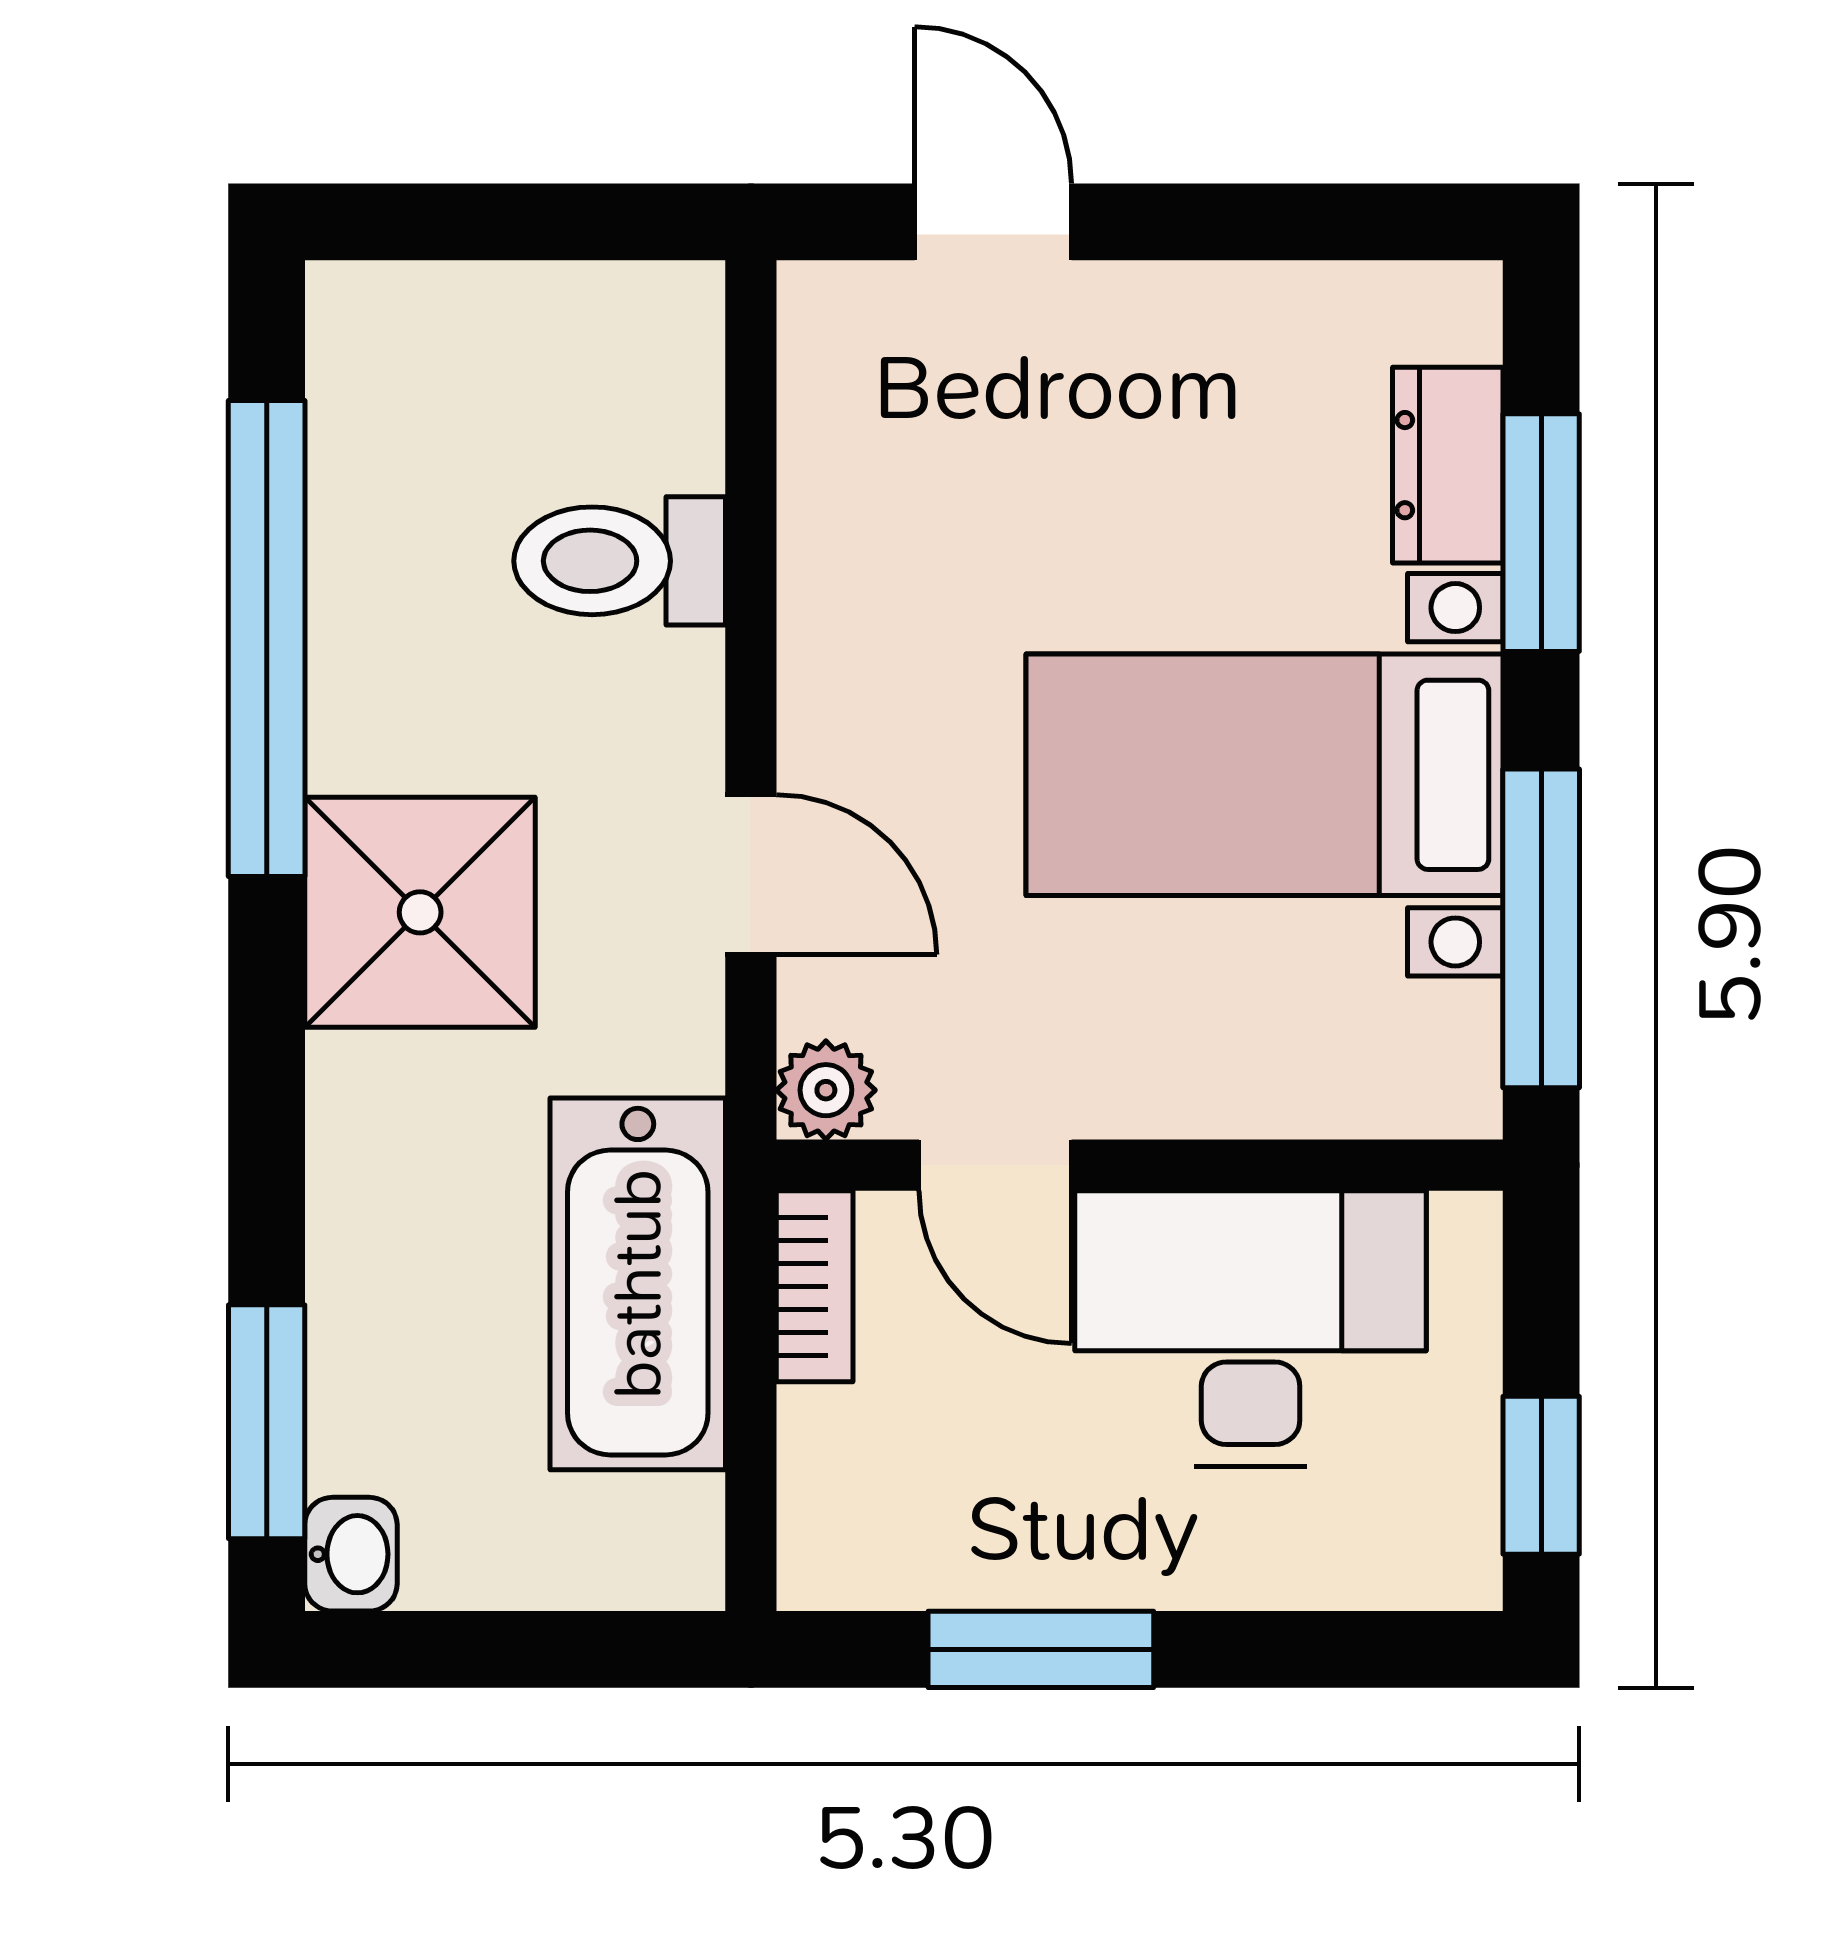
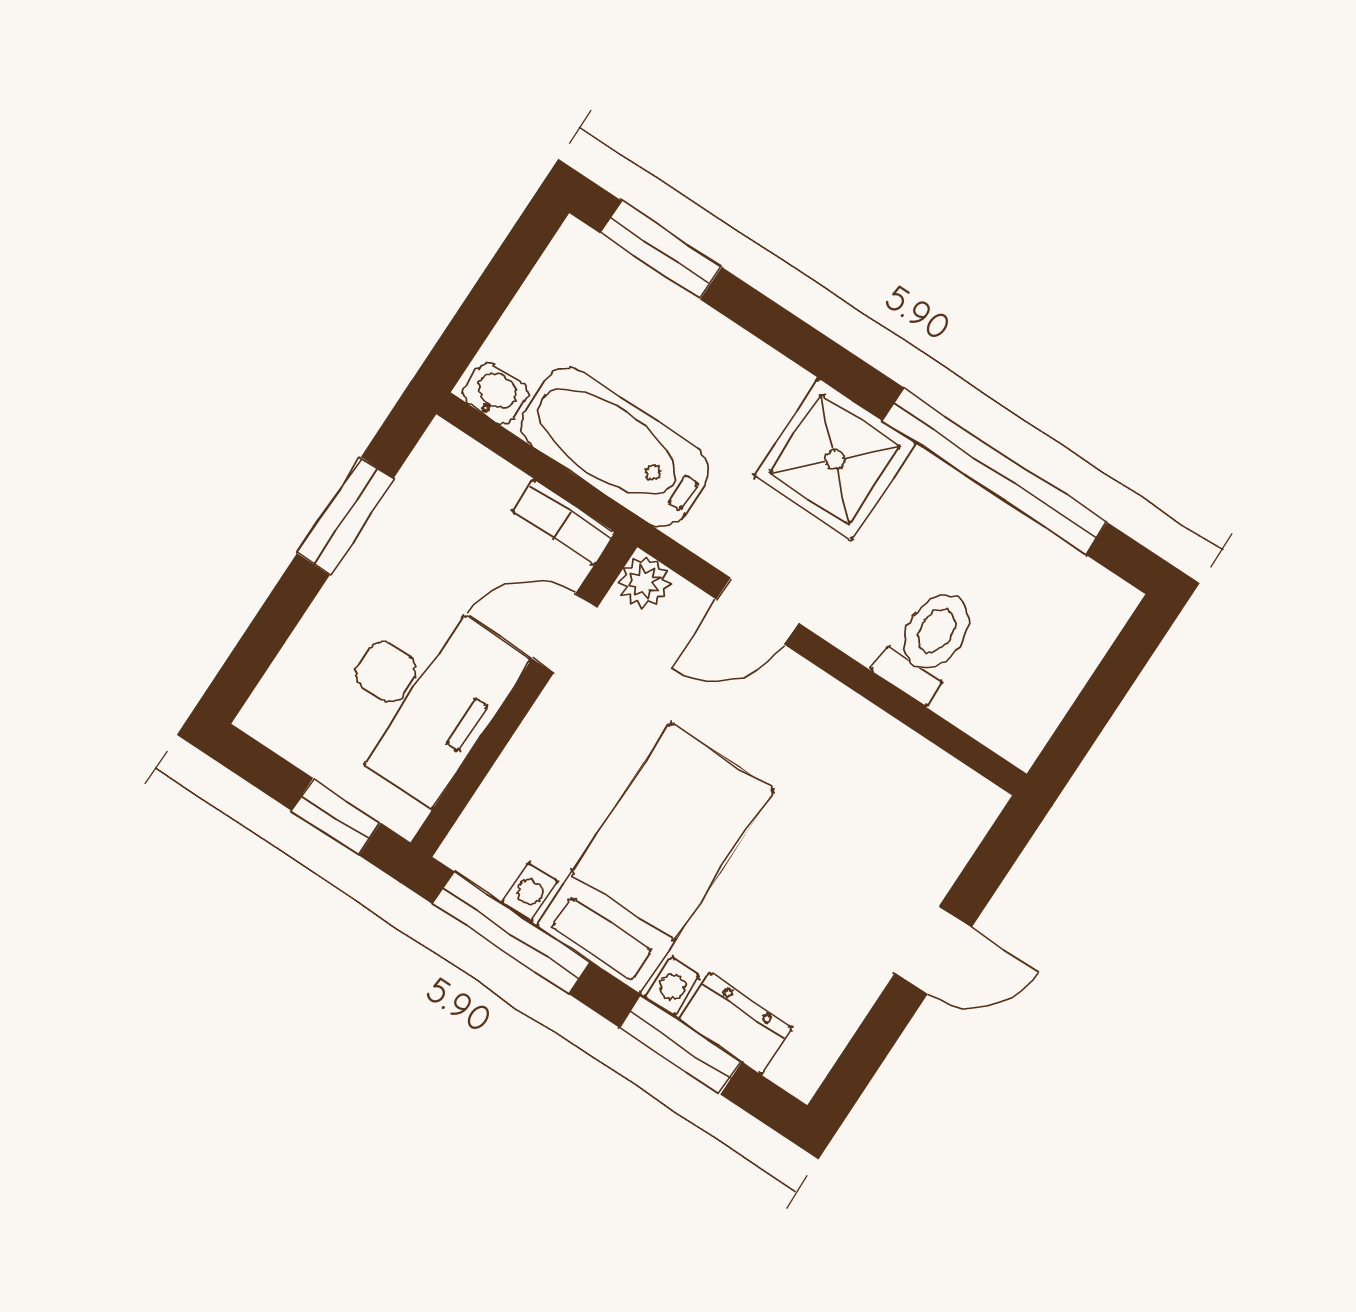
door: (993, 222) -> (933, 950), moved
window: (1541, 1475) -> (336, 817), moved
washbasin: (351, 1554) -> (495, 394), moved, turned 180

